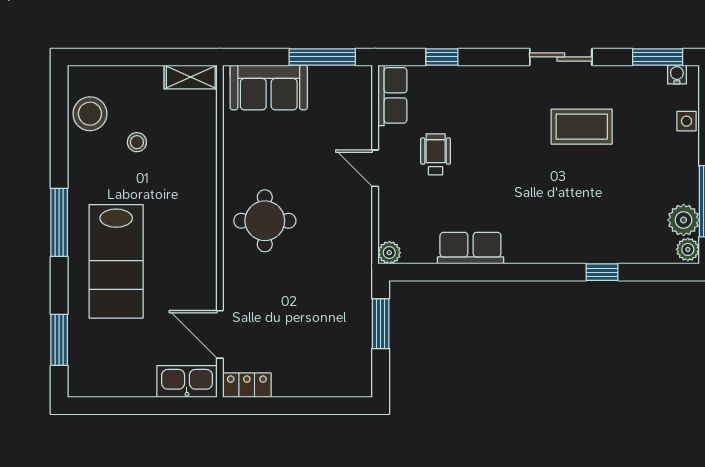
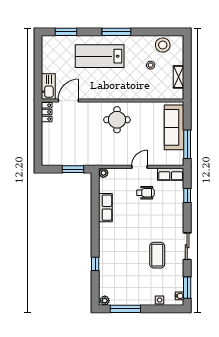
shelving: (191, 77) -> (178, 77), moved
sofa: (269, 87) -> (174, 127), width x1.36
plant: (684, 220) -> (117, 299), removed

